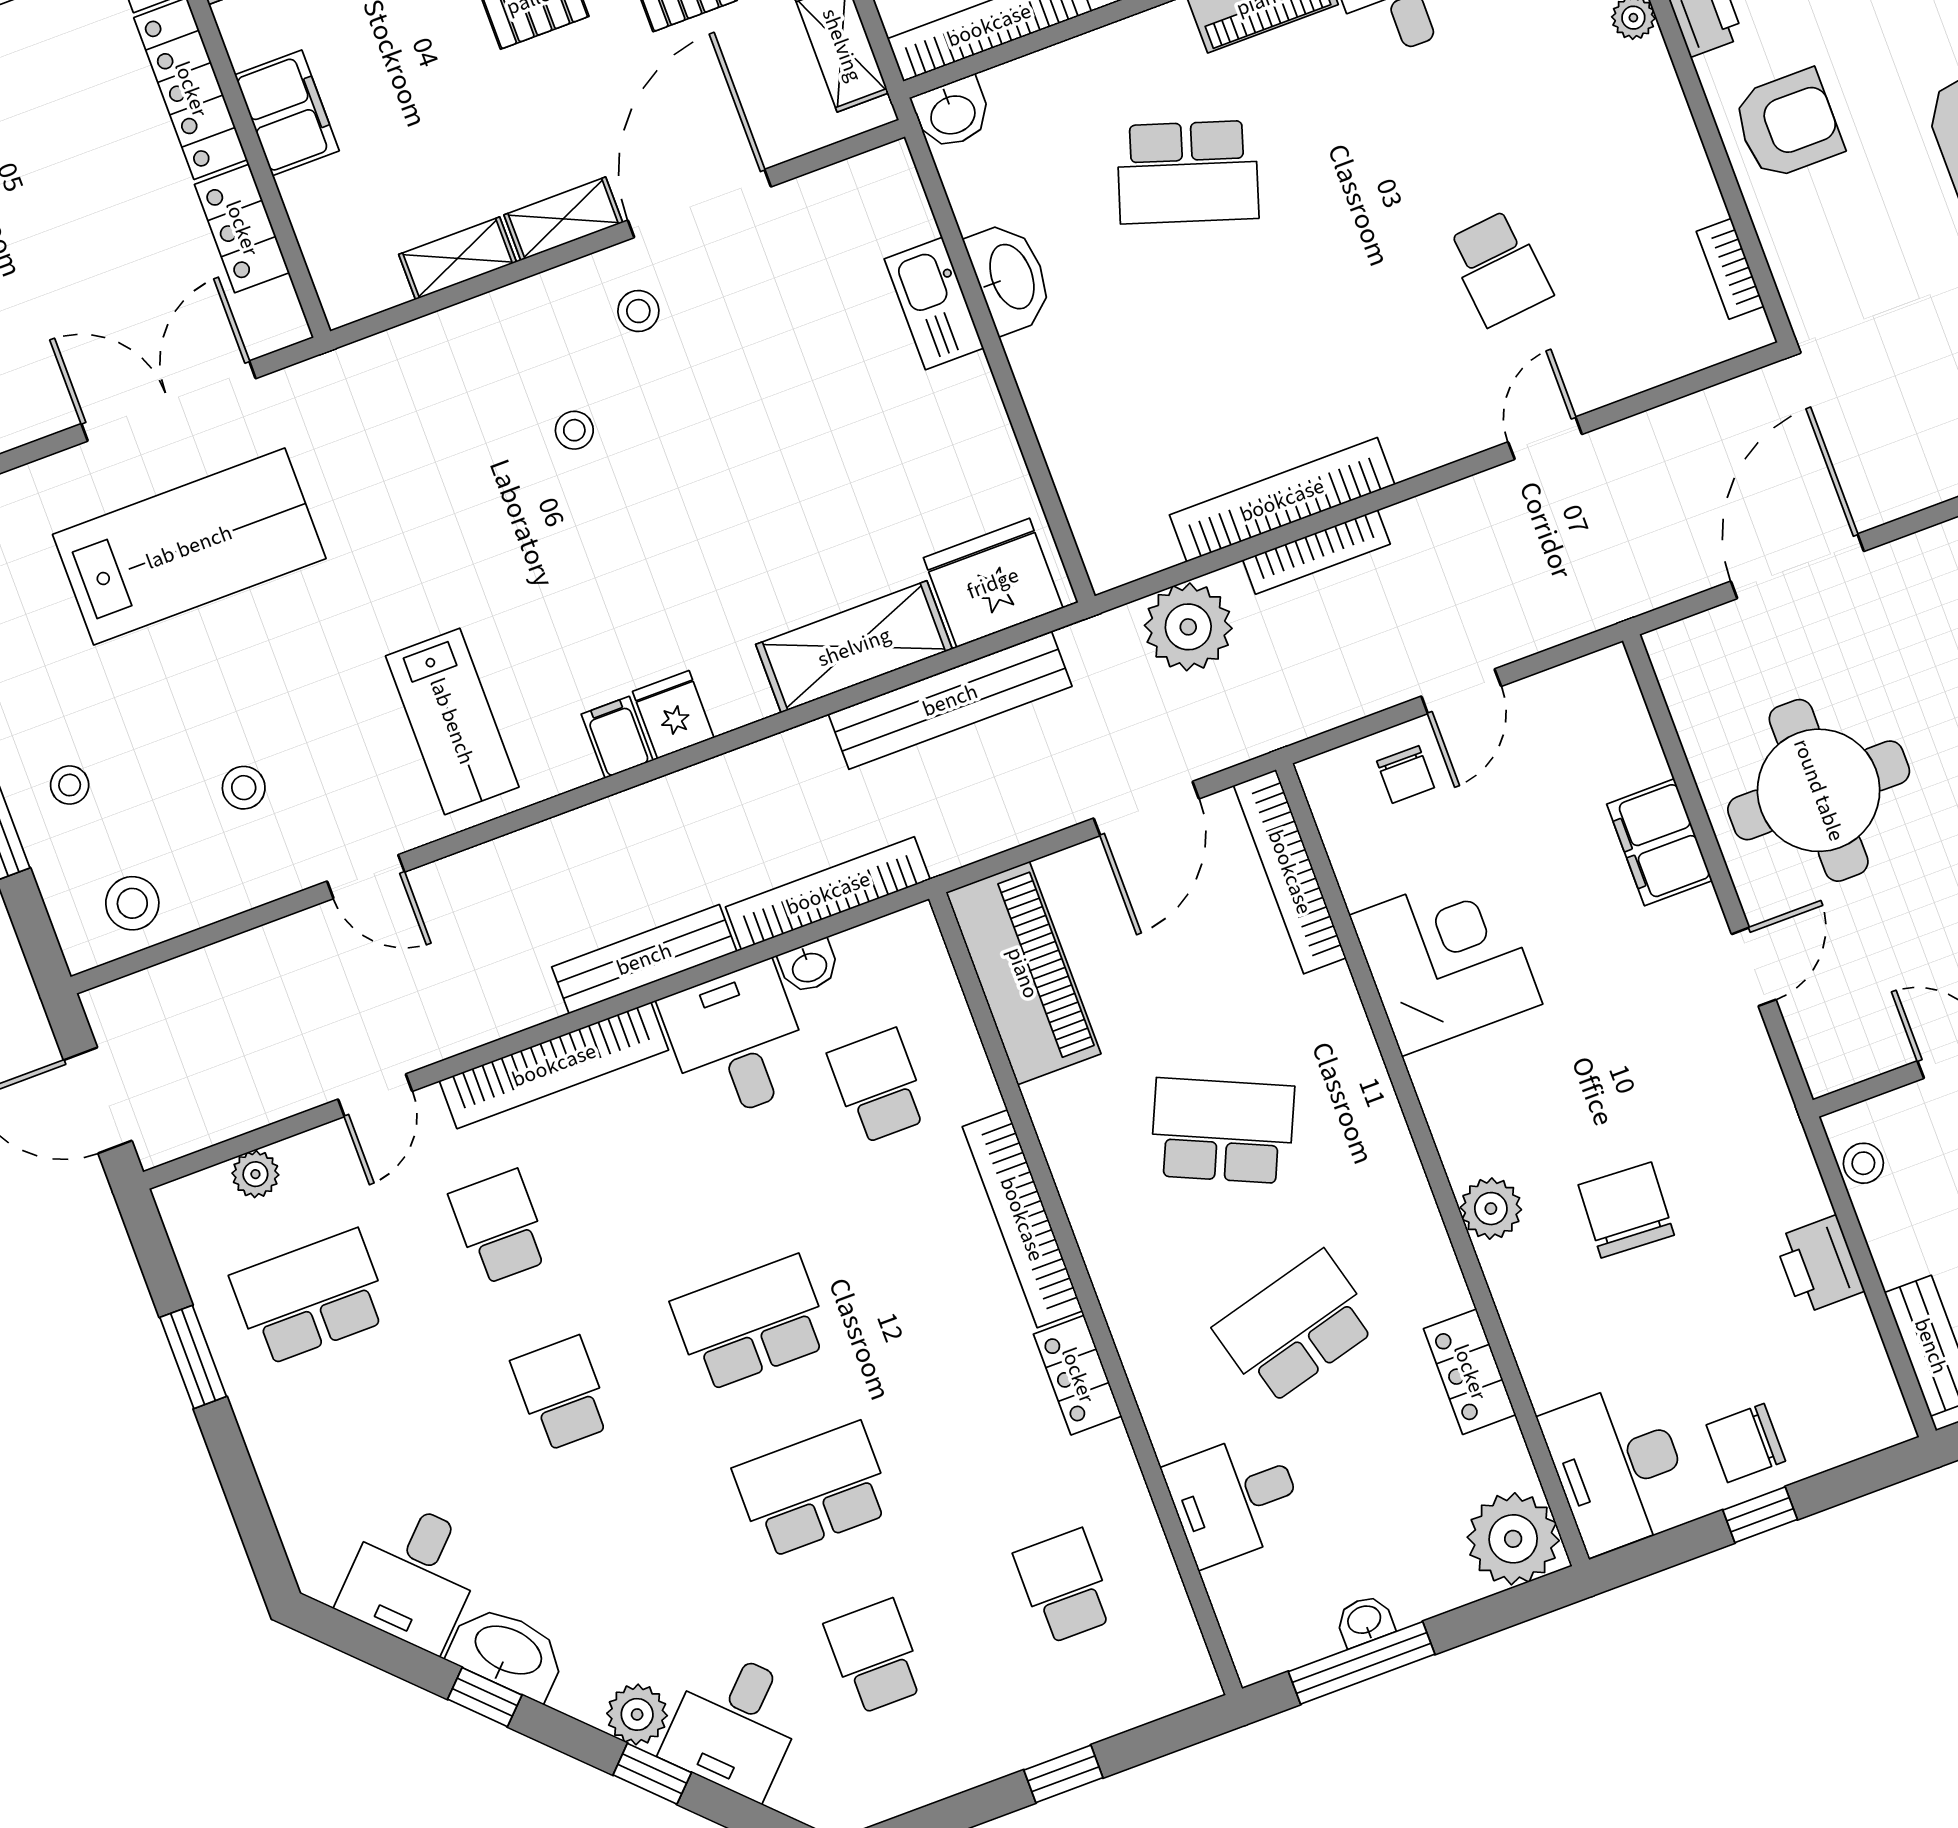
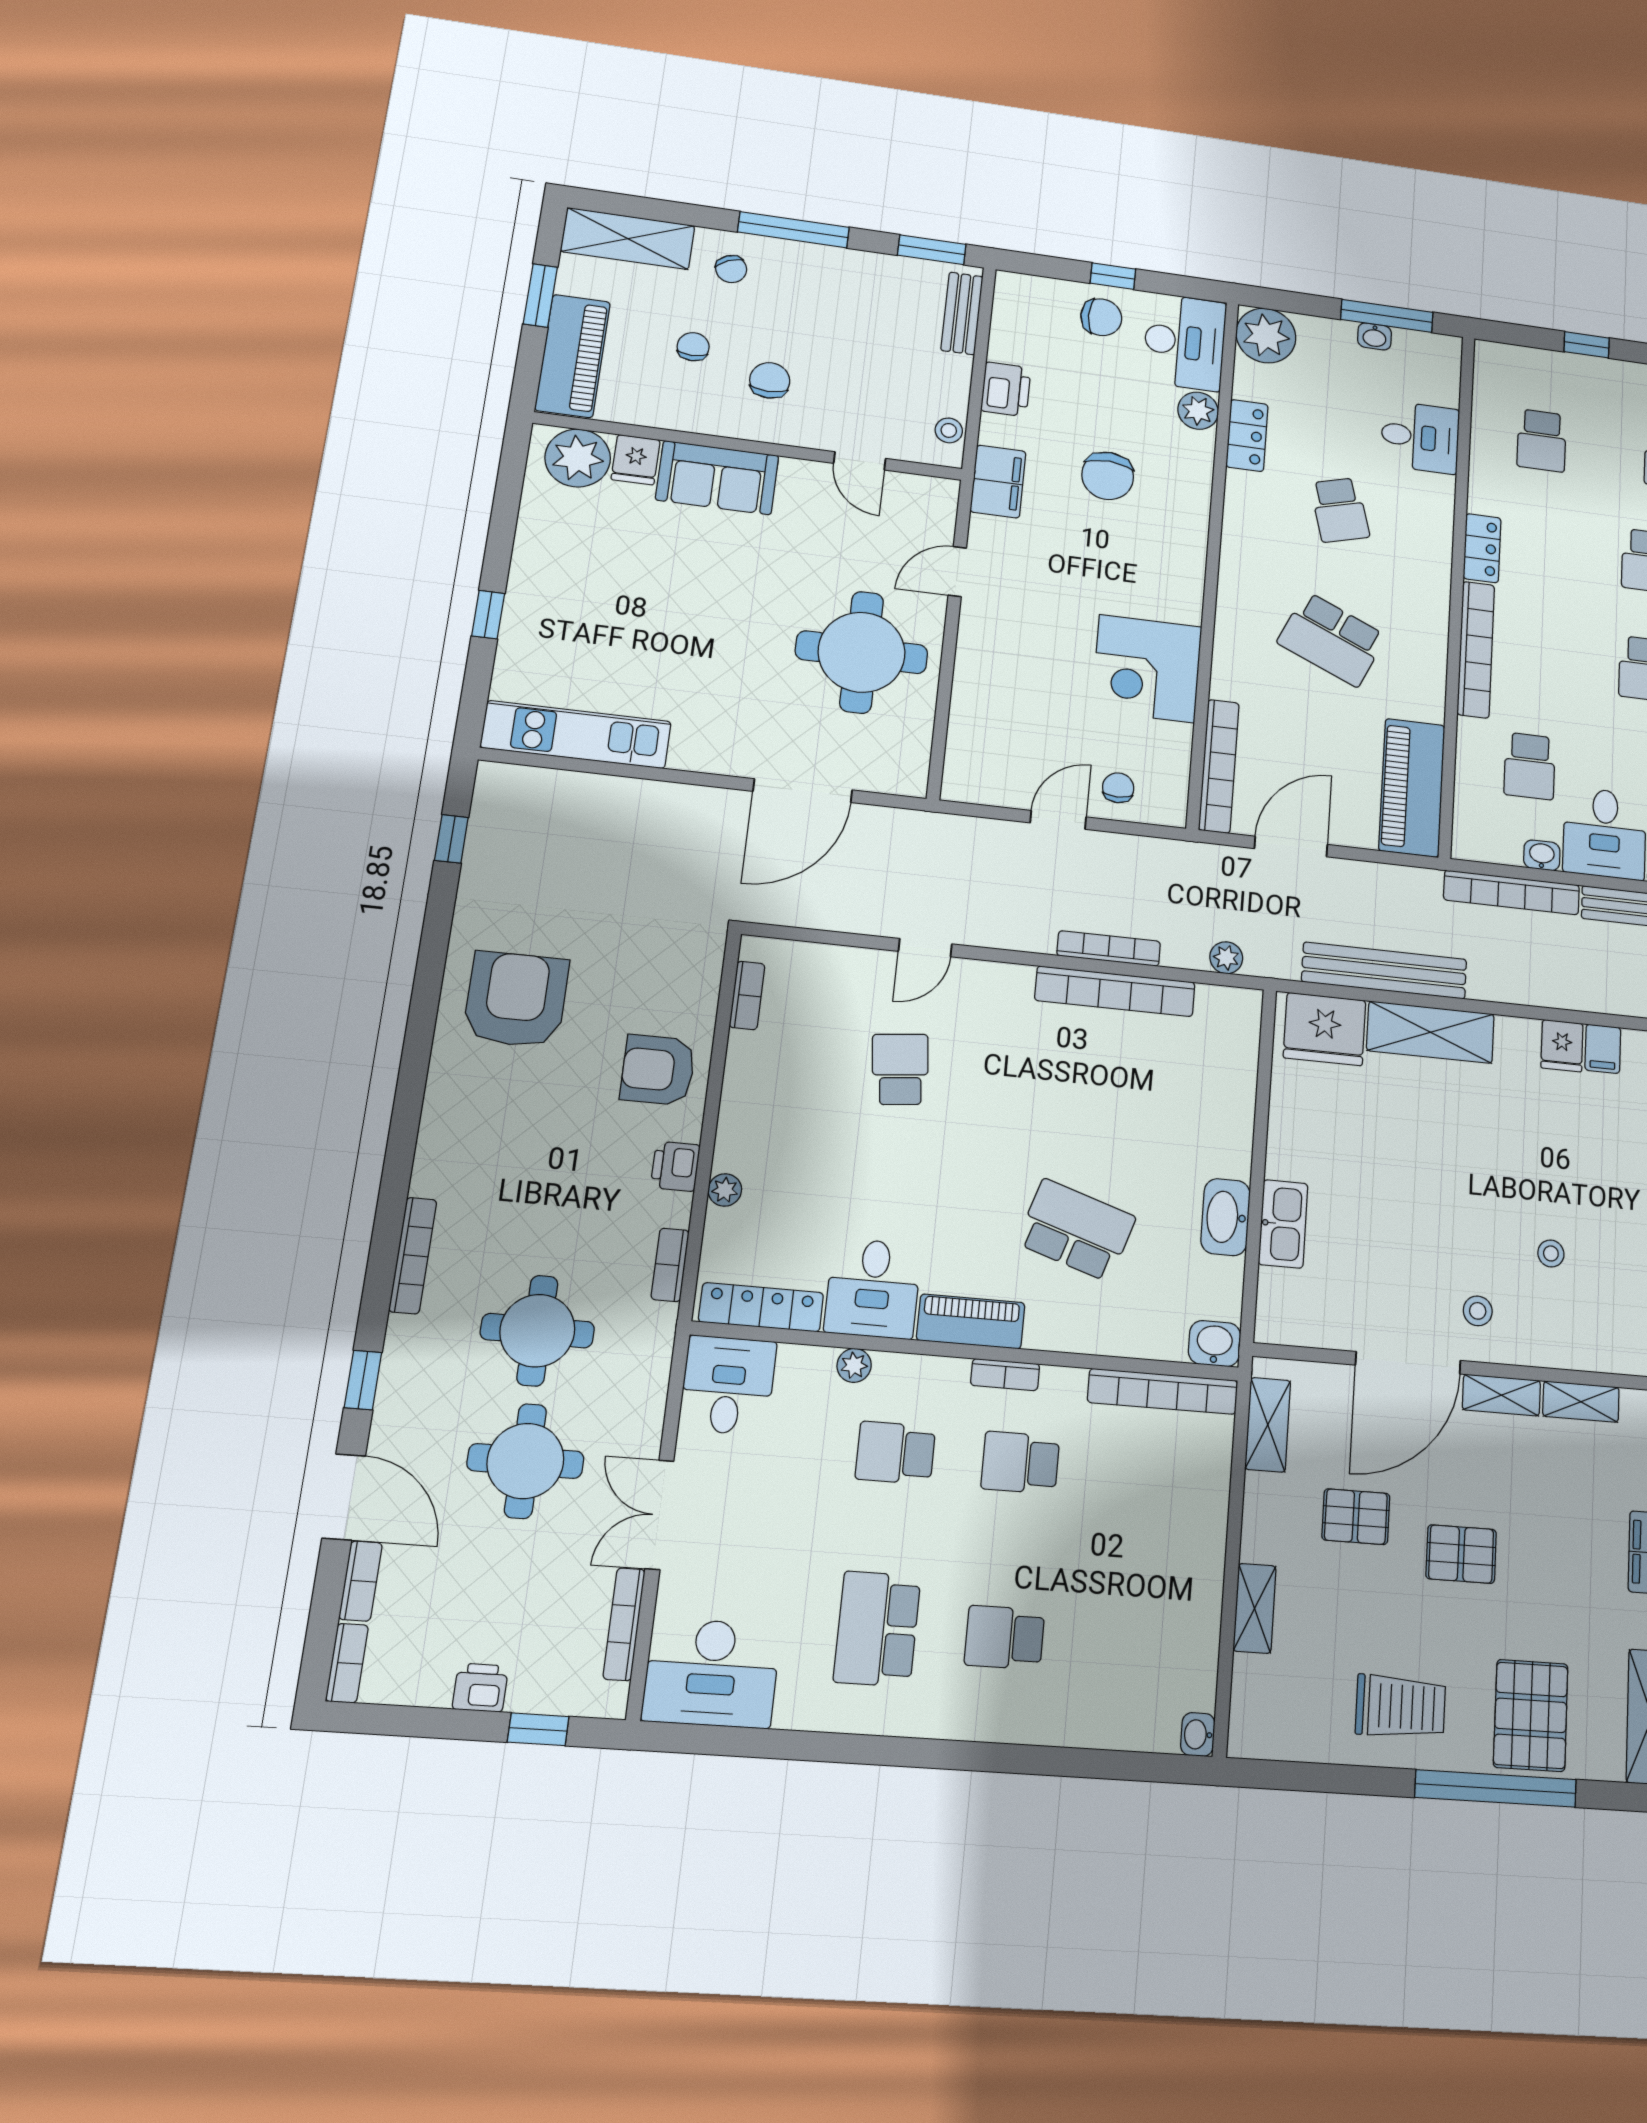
plant: (1188, 627) -> (1226, 958), width x0.53, depth x0.53
filing cabinet: (1659, 842) -> (998, 482), moved
plant: (1491, 1209) -> (1198, 411), moved
school desk: (1296, 1328) -> (1340, 510), width x0.54

